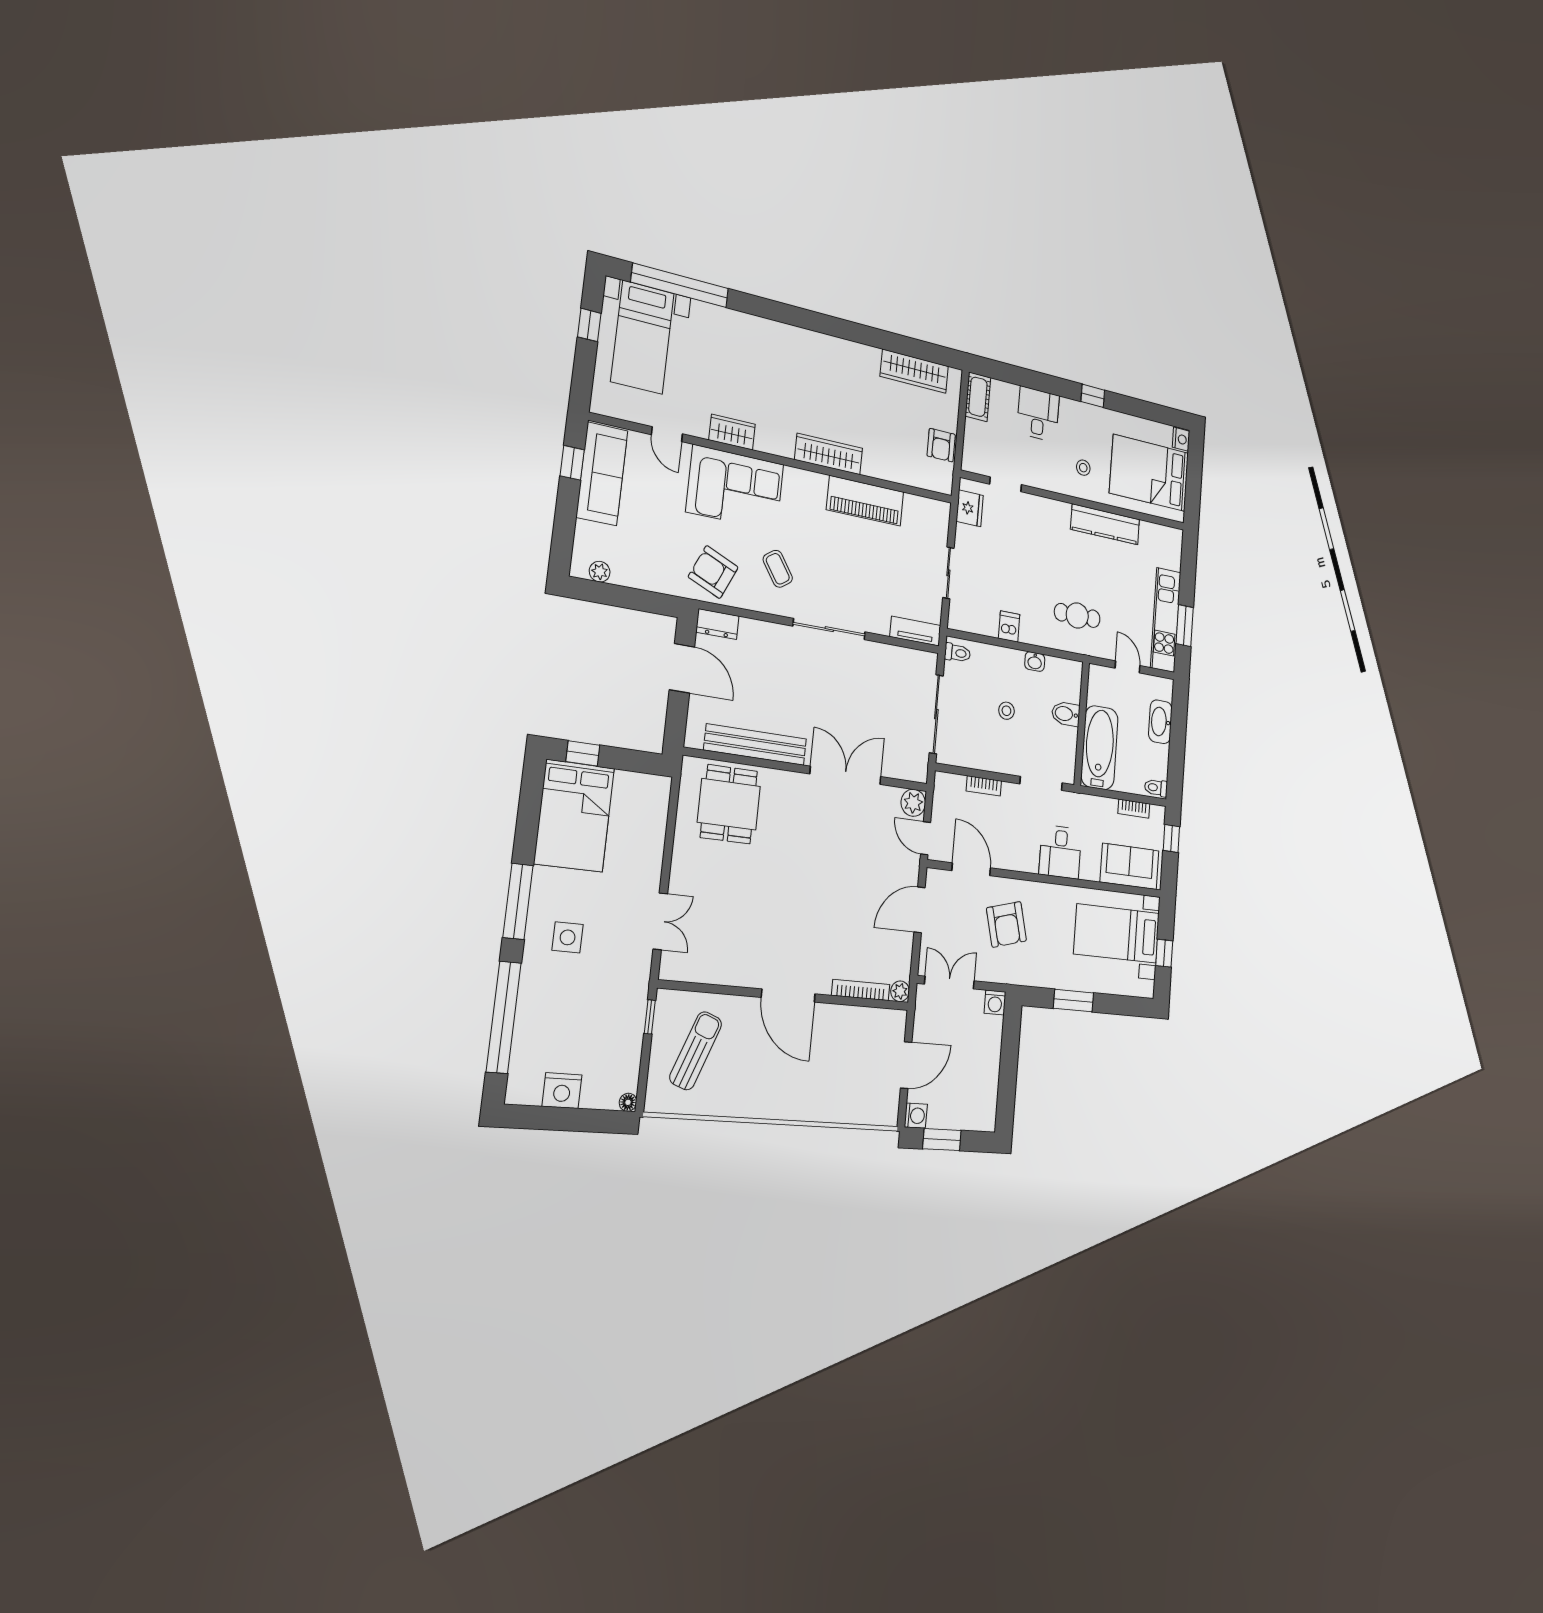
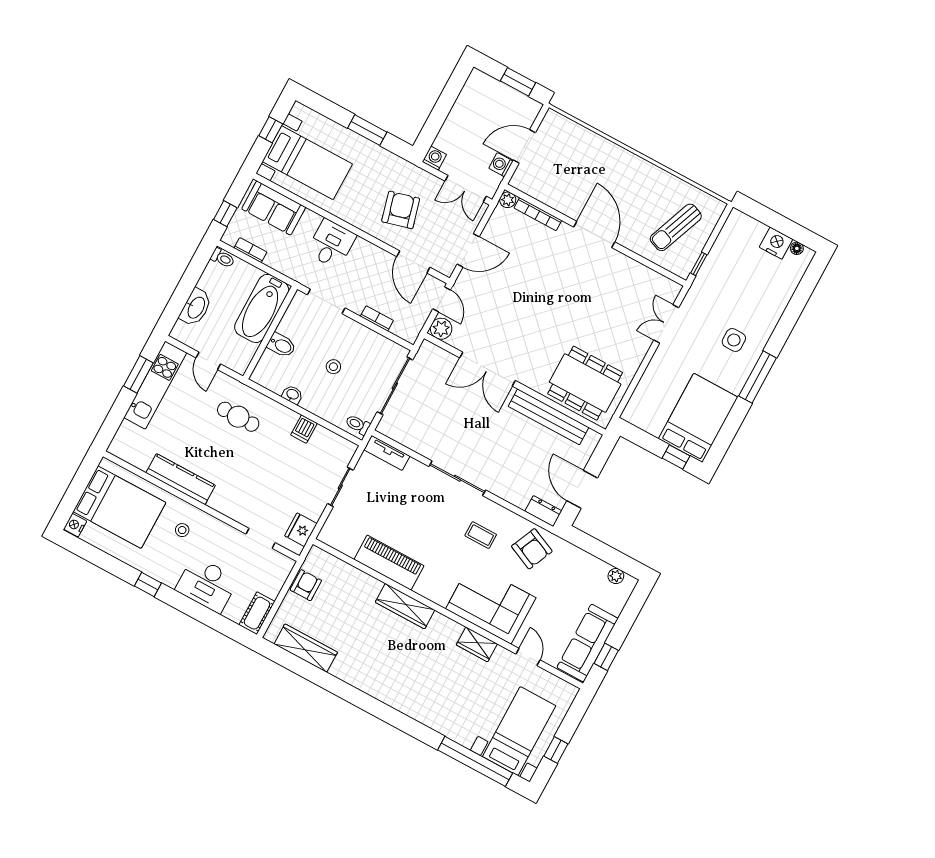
desk: (1038, 414) -> (207, 584), width x1.37
coffee table: (778, 569) -> (481, 535), turned -56
dining table: (729, 804) -> (585, 383), width x1.37
window: (504, 1017) -> (795, 307), removed
floor lamp: (628, 1102) -> (797, 248), moved
washing machine: (916, 1116) -> (501, 165), moved

